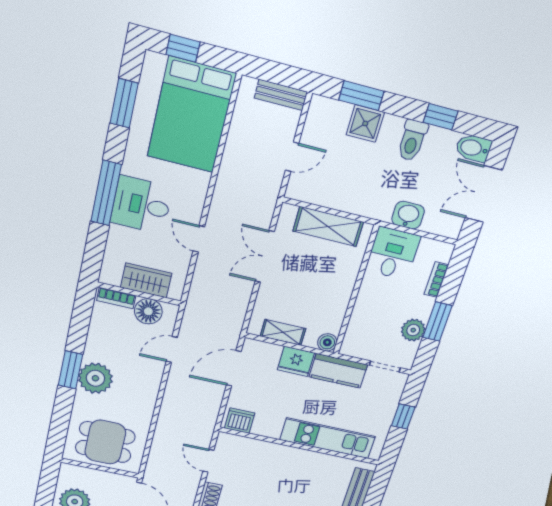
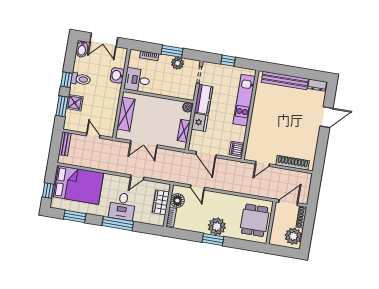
window: (441, 117) -> (66, 80), moved

